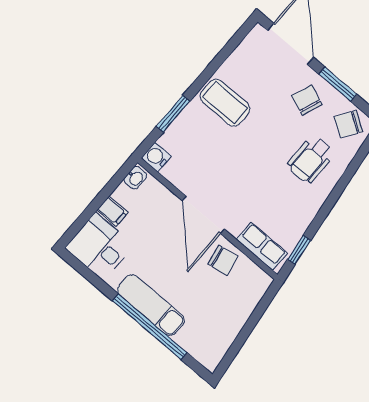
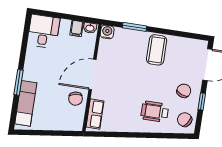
window: (338, 84) -> (202, 102), width x0.67
filing cabinet: (112, 211) -> (77, 28), moved
window: (299, 250) -> (105, 134), removed
exam couch: (151, 305) -> (26, 103), moved
window: (150, 327) -> (18, 82), width x0.47

